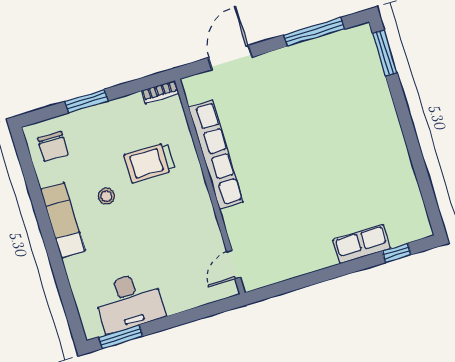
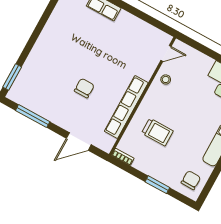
chair: (287, 126) -> (84, 88), added
stool: (106, 196) -> (166, 79), moved

